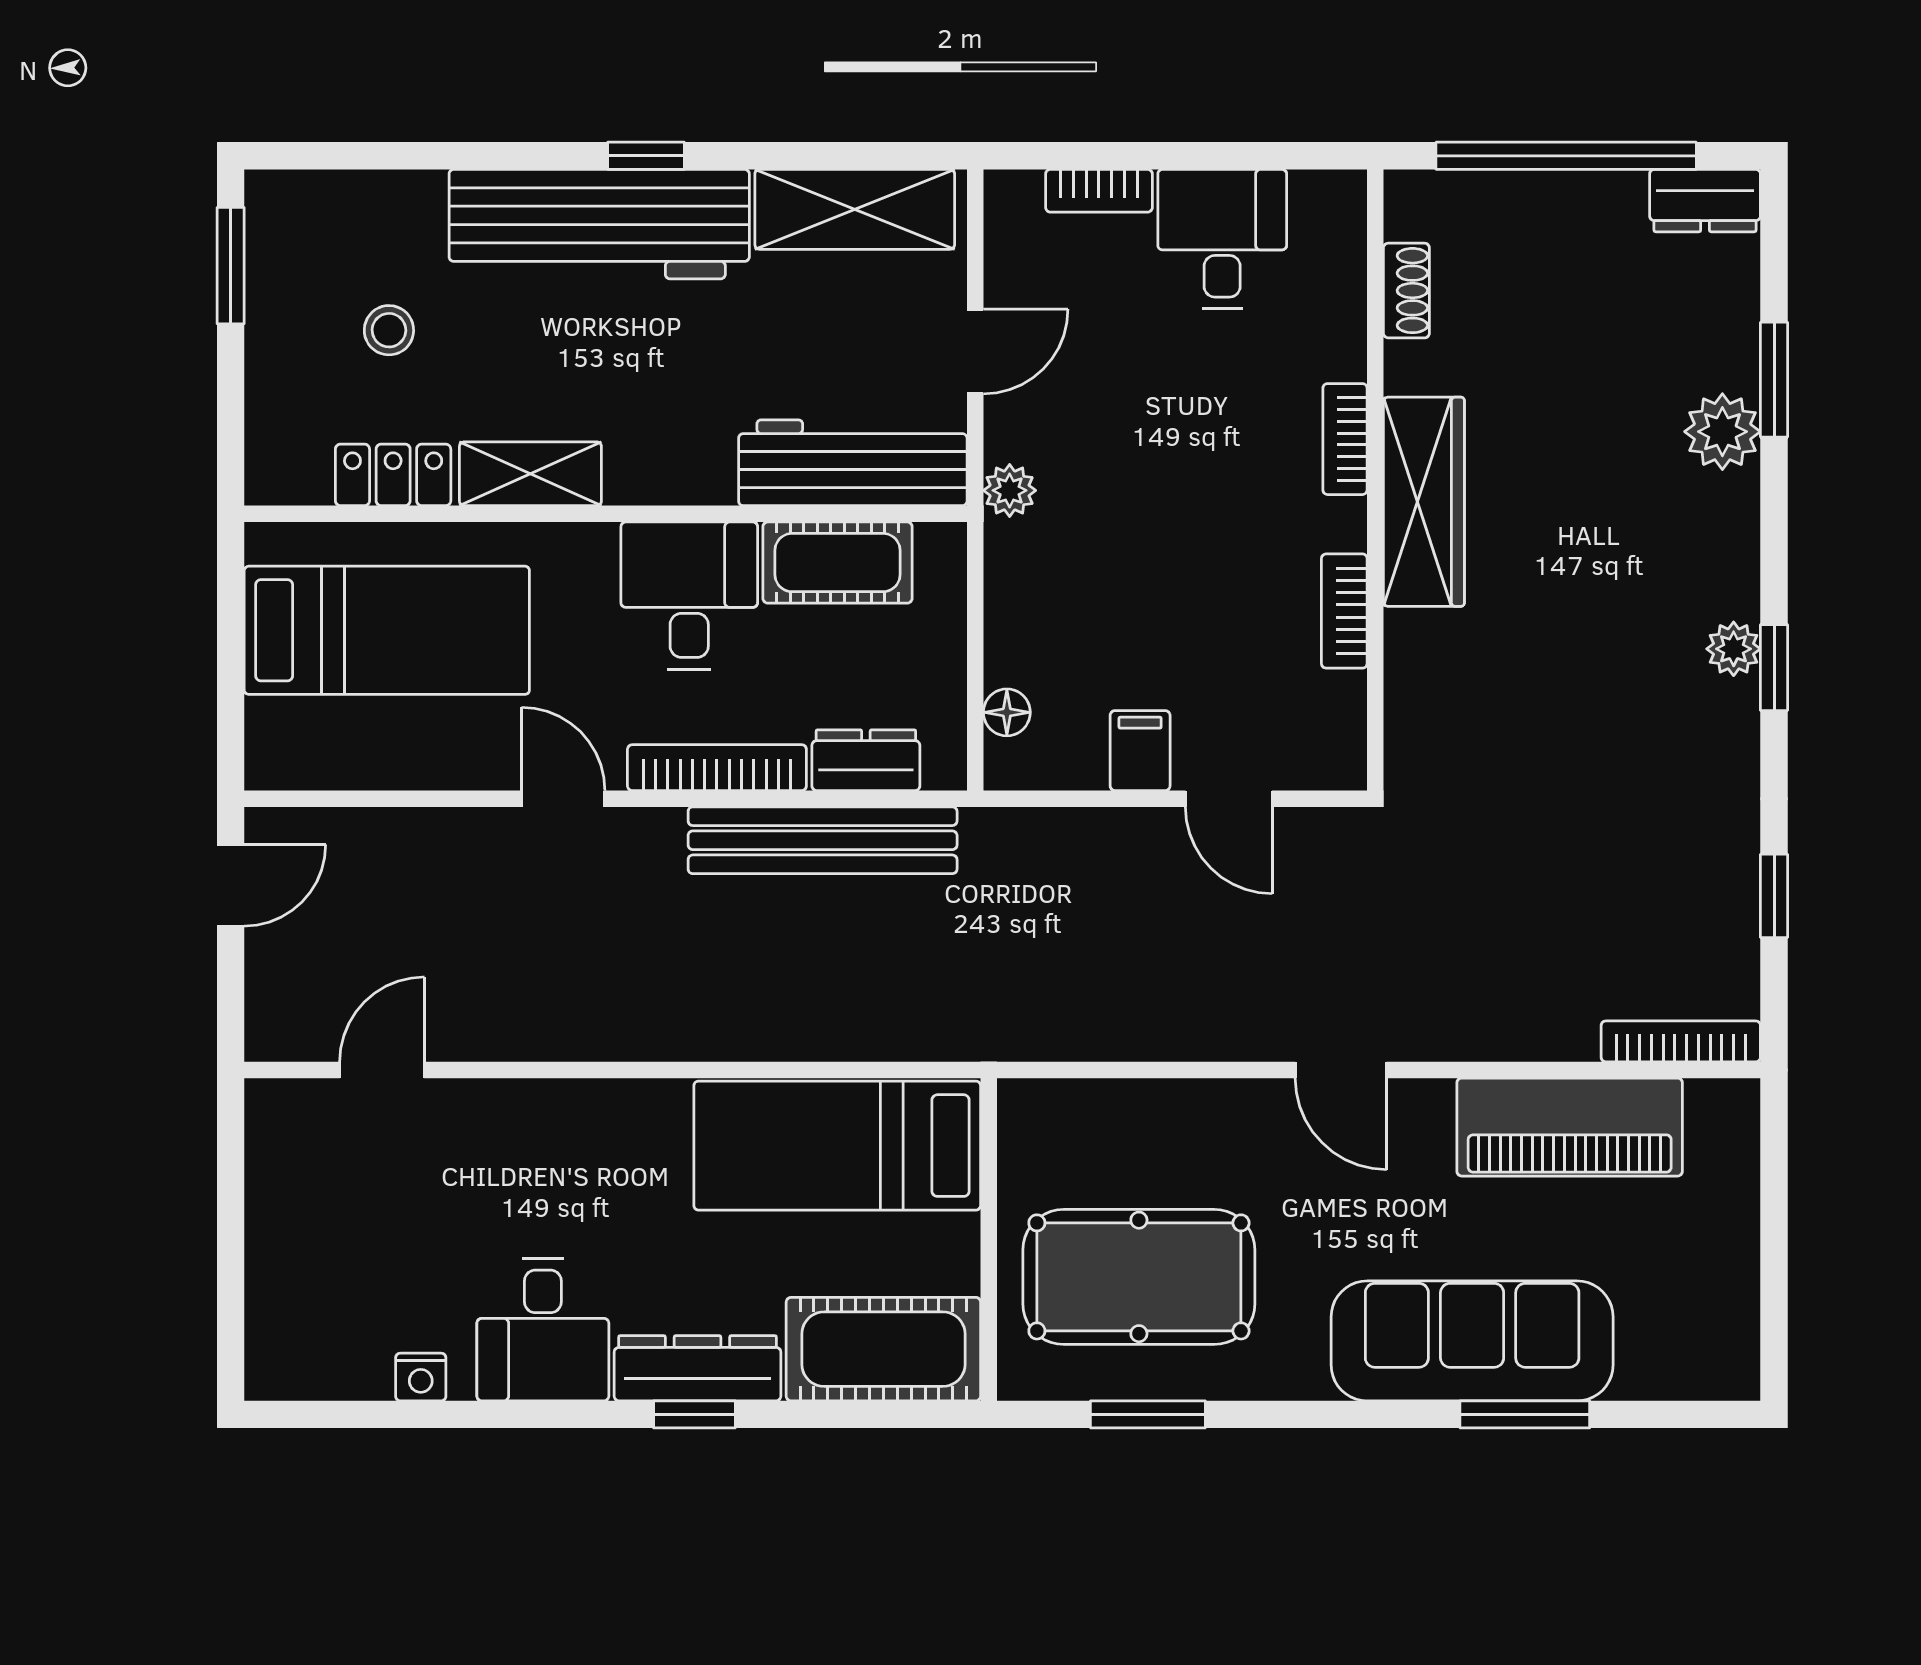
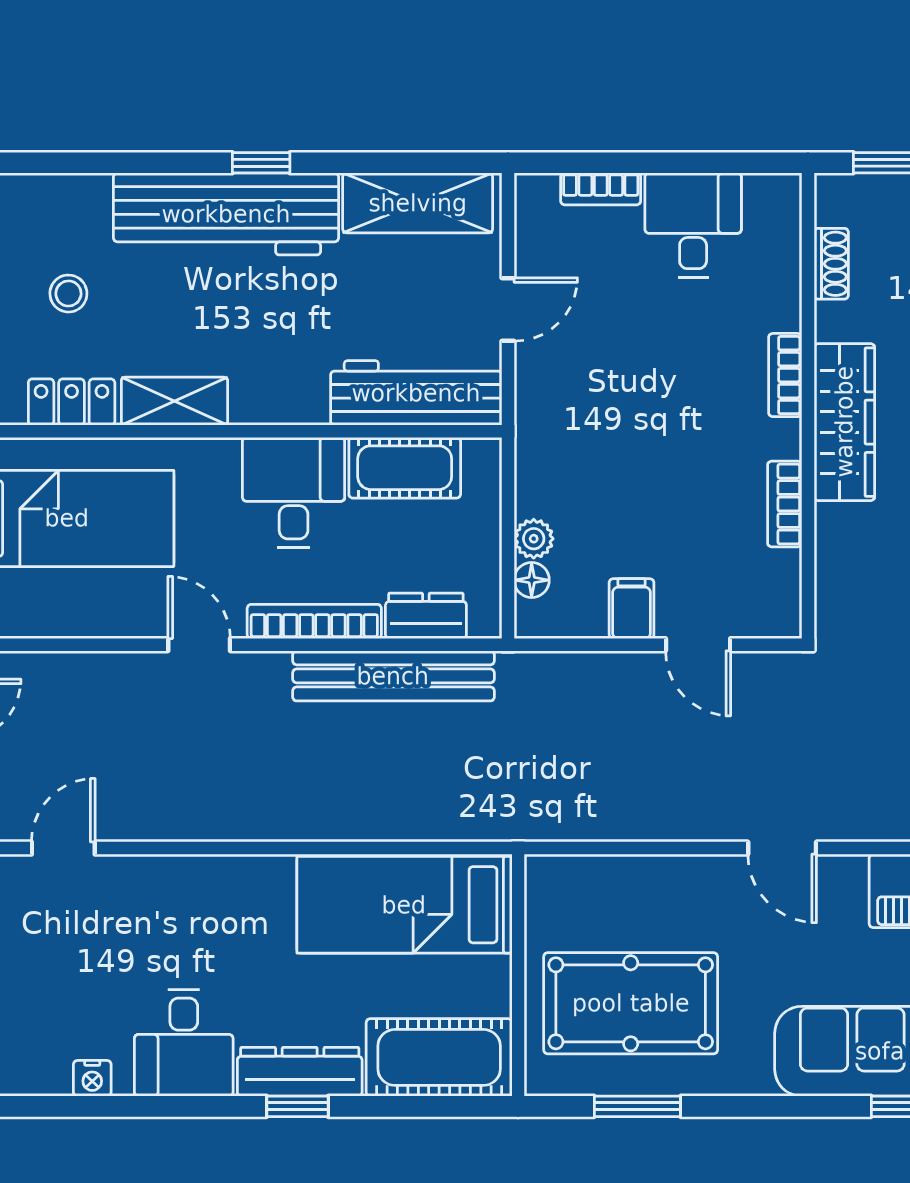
plant: (1010, 490) -> (534, 539), moved

